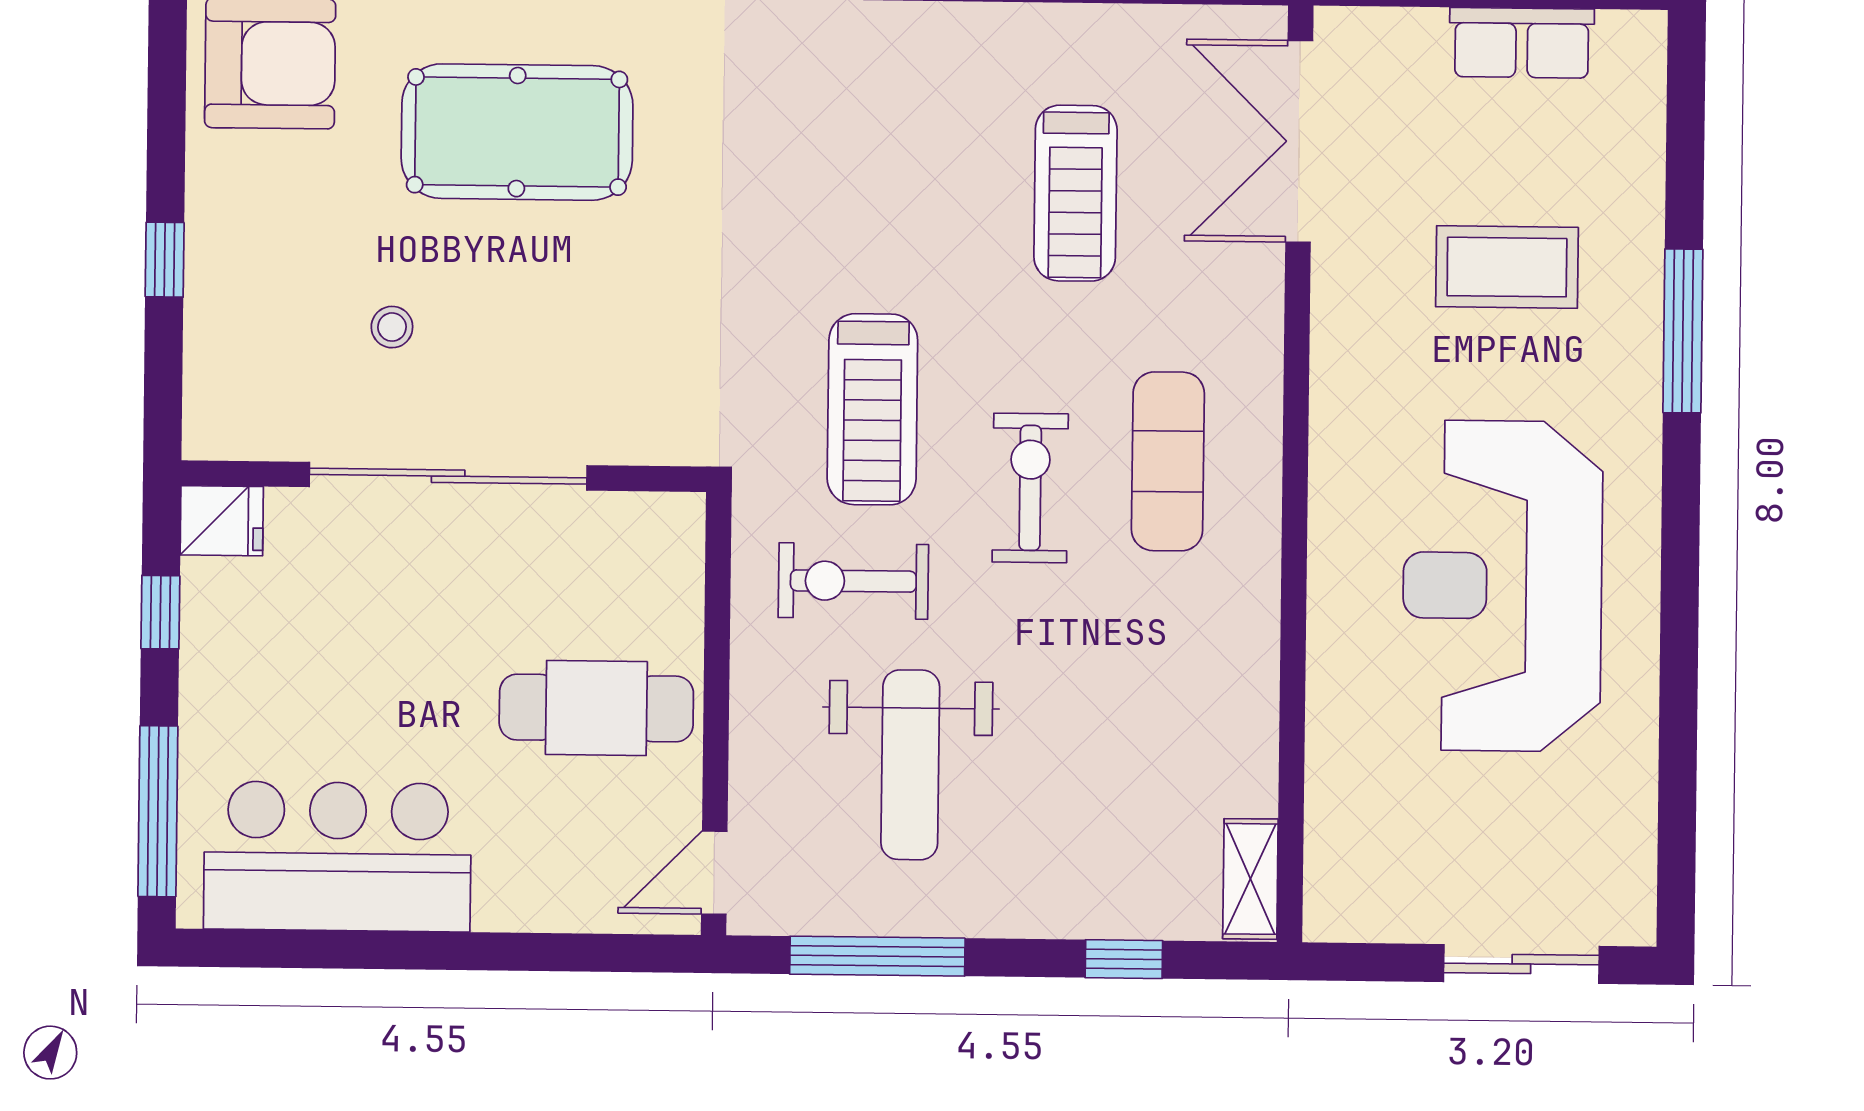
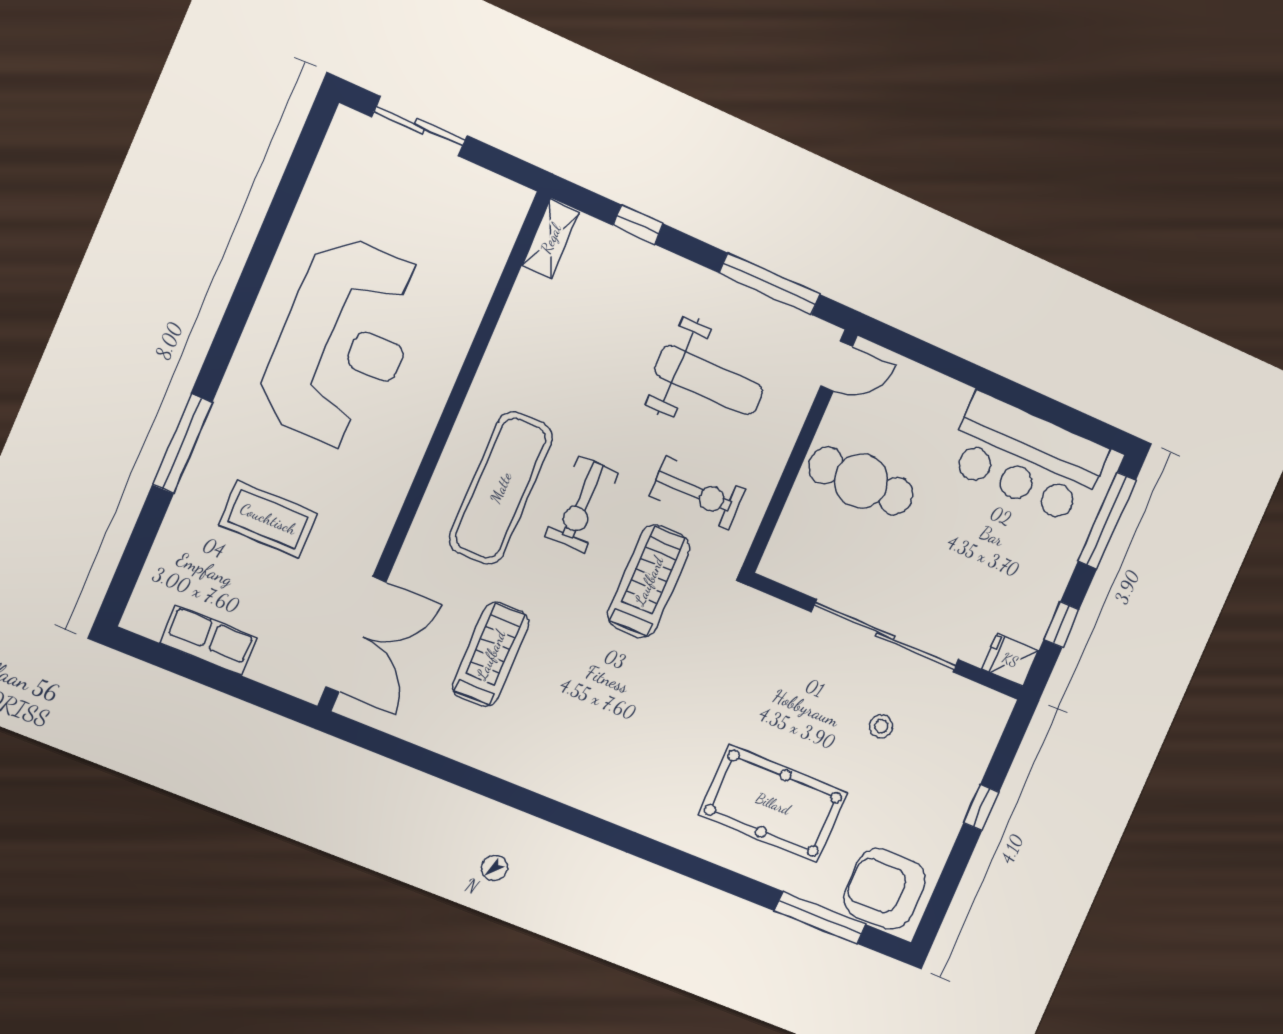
exercise mat: (1168, 461) -> (501, 488), width x1.36, depth x1.45
weight bench: (910, 765) -> (709, 380), turned 90

